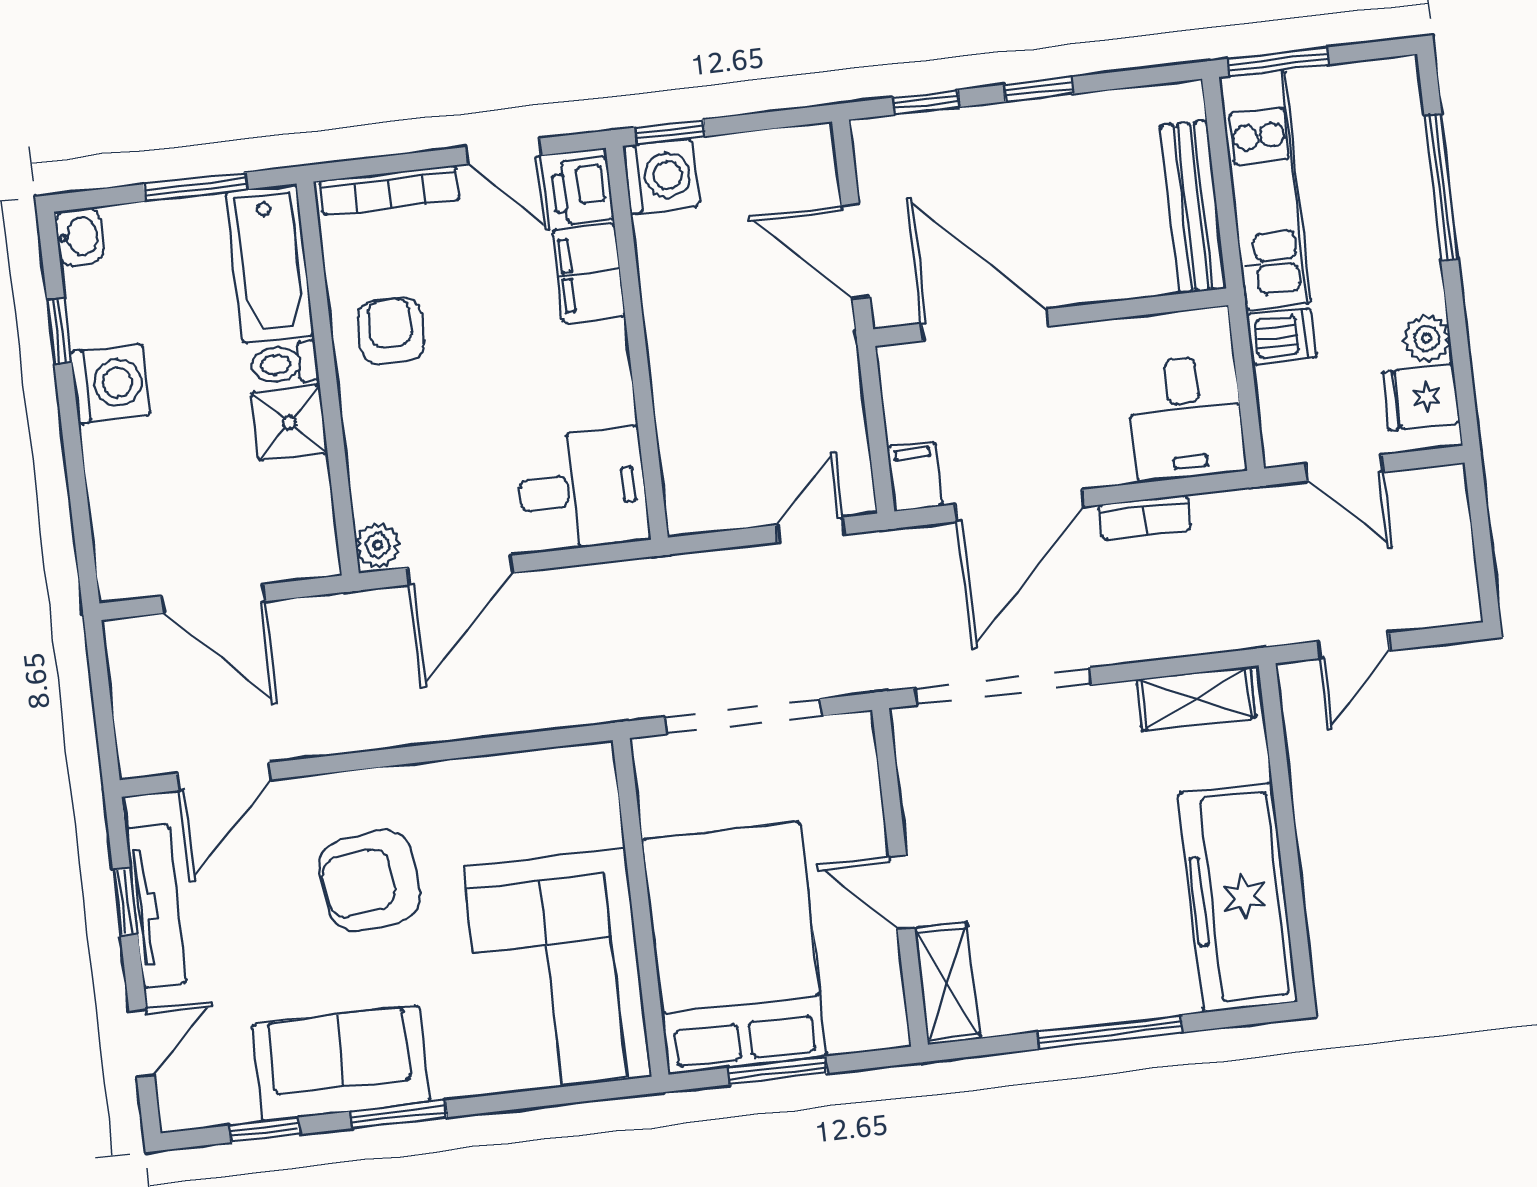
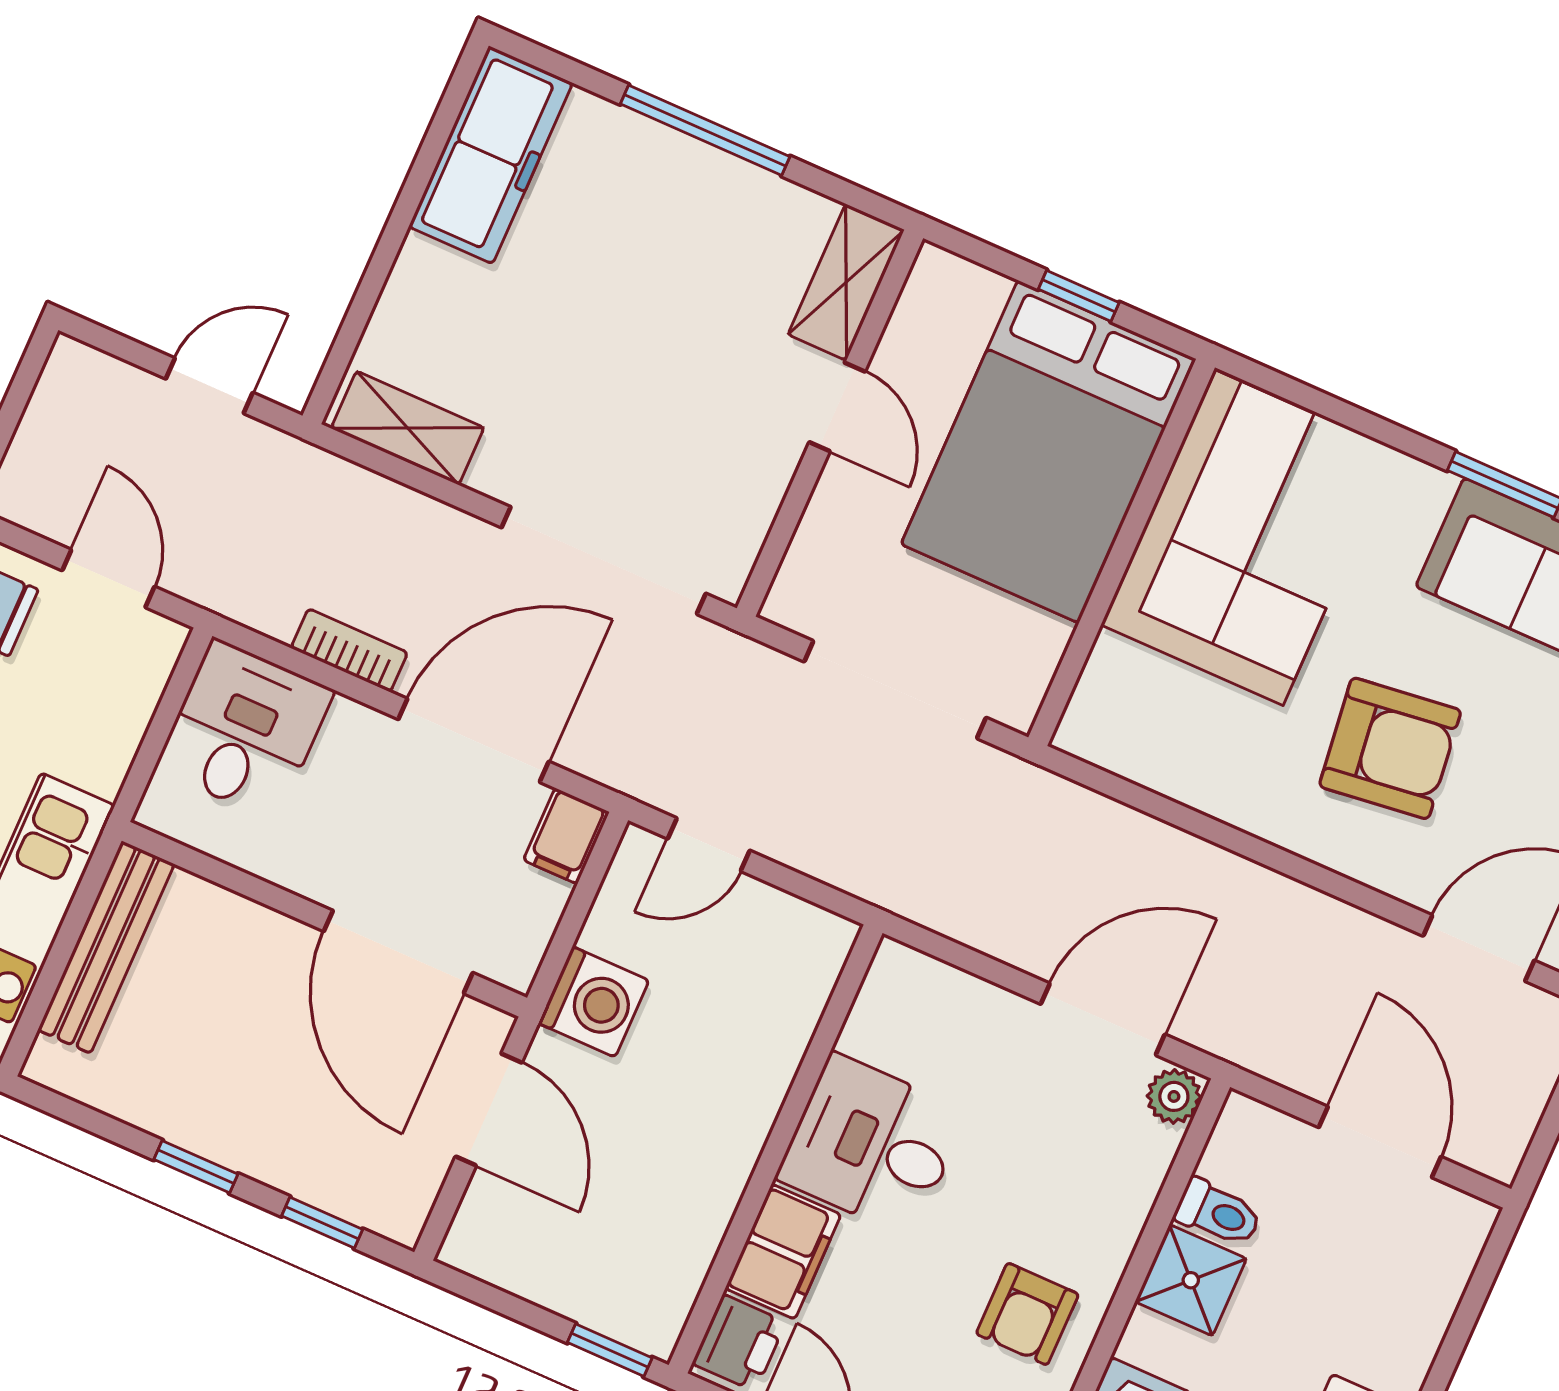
washing machine: (661, 176) -> (594, 1002), moved, turned 180
dishwasher: (1281, 336) -> (93, 756), removed
toilet: (284, 363) -> (1218, 1213), moved
desk: (583, 489) -> (872, 1145), moved
freezer: (1238, 897) -> (491, 155), width x0.73, depth x0.79
window: (778, 1071) -> (1079, 296), width x0.67

